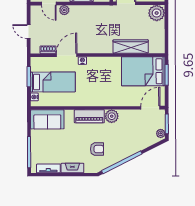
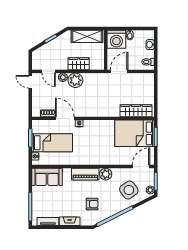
plant: (157, 13) -> (75, 80), moved
door: (29, 32) -> (30, 82), moved
wardrobe: (131, 46) -> (136, 111), moved
door: (67, 55) -> (65, 118), hinge flipped
side table: (137, 133) -> (129, 190), added

